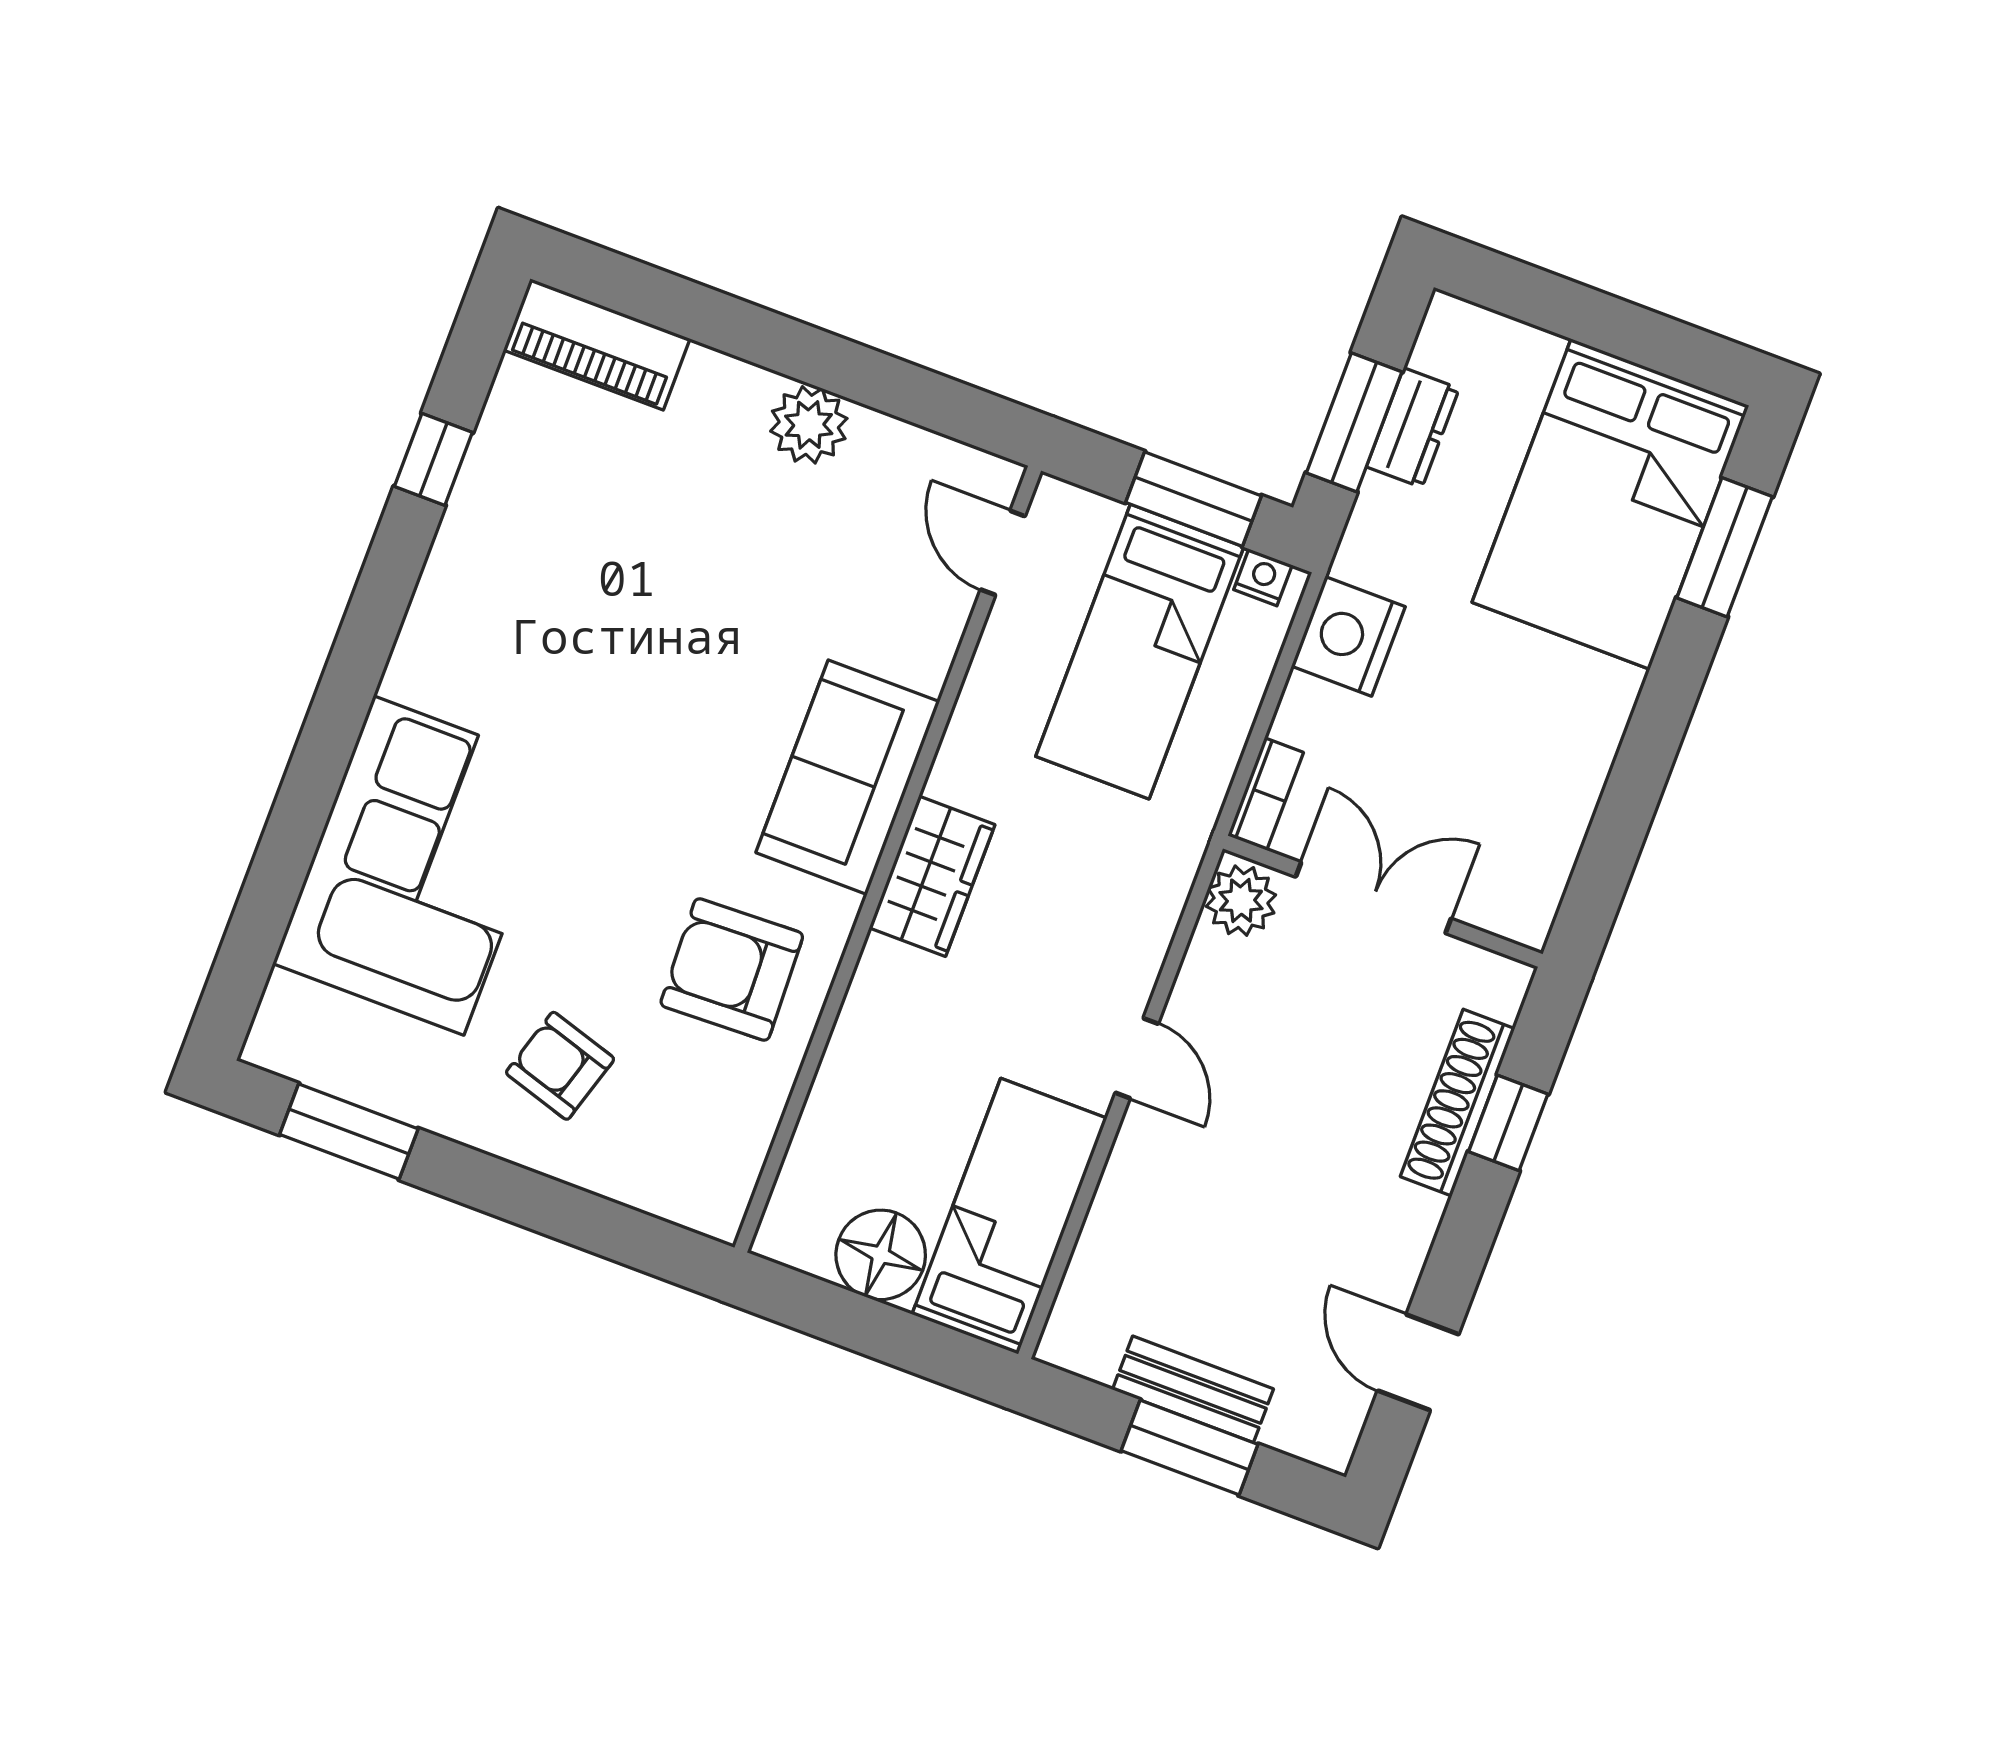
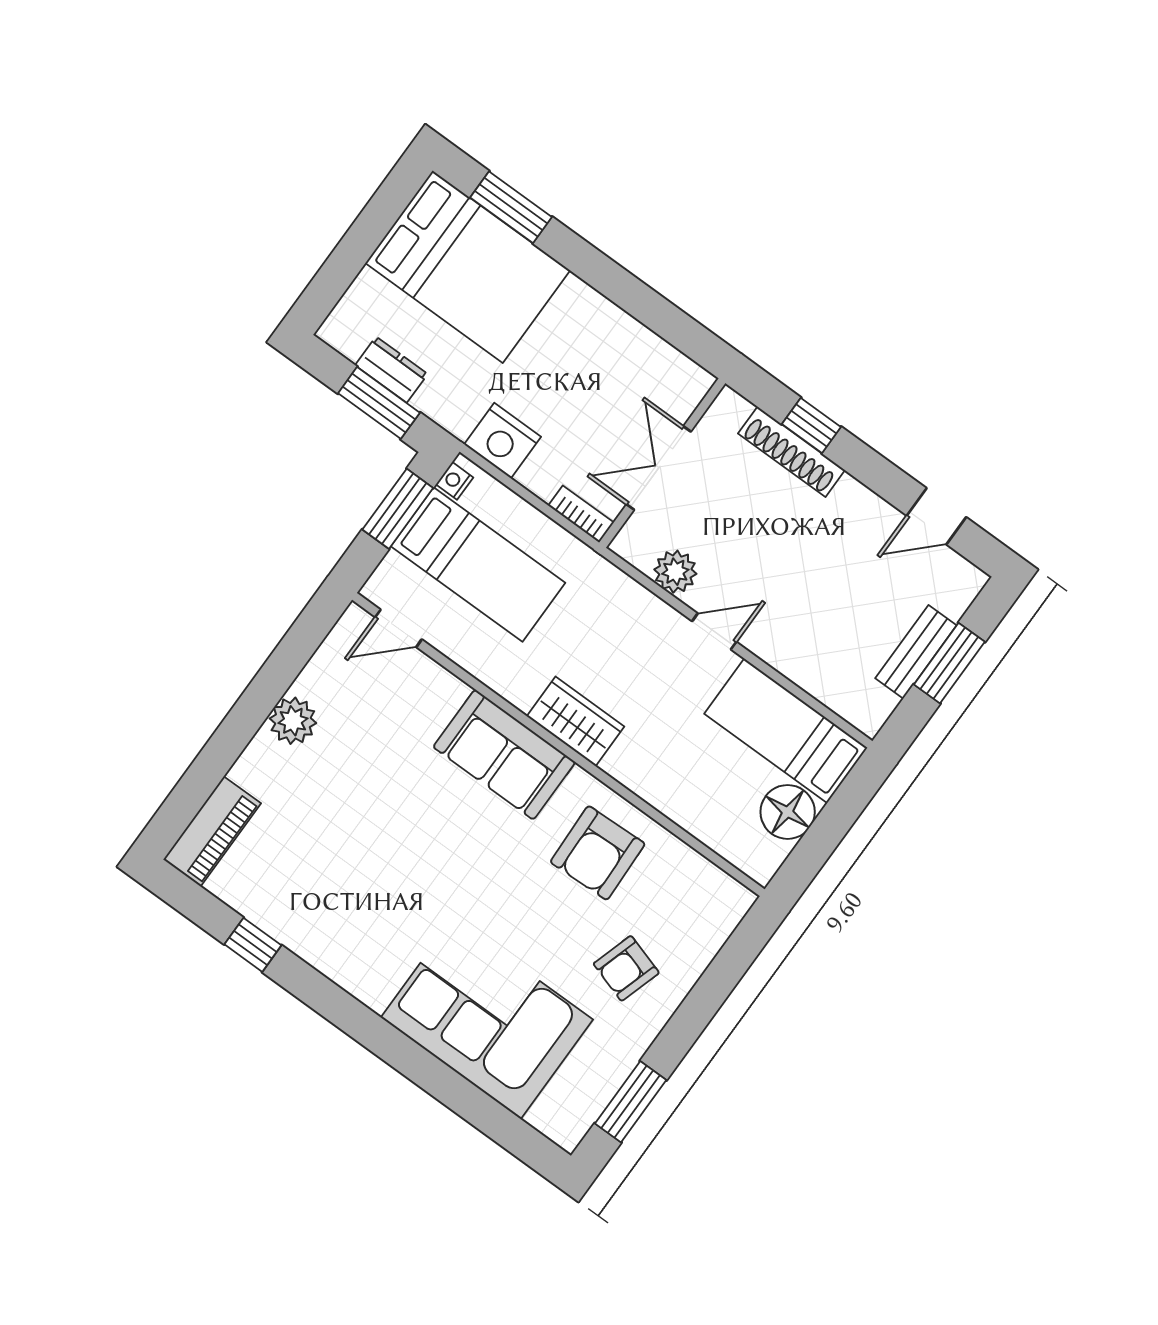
plant: (1241, 901) -> (675, 572), moved

